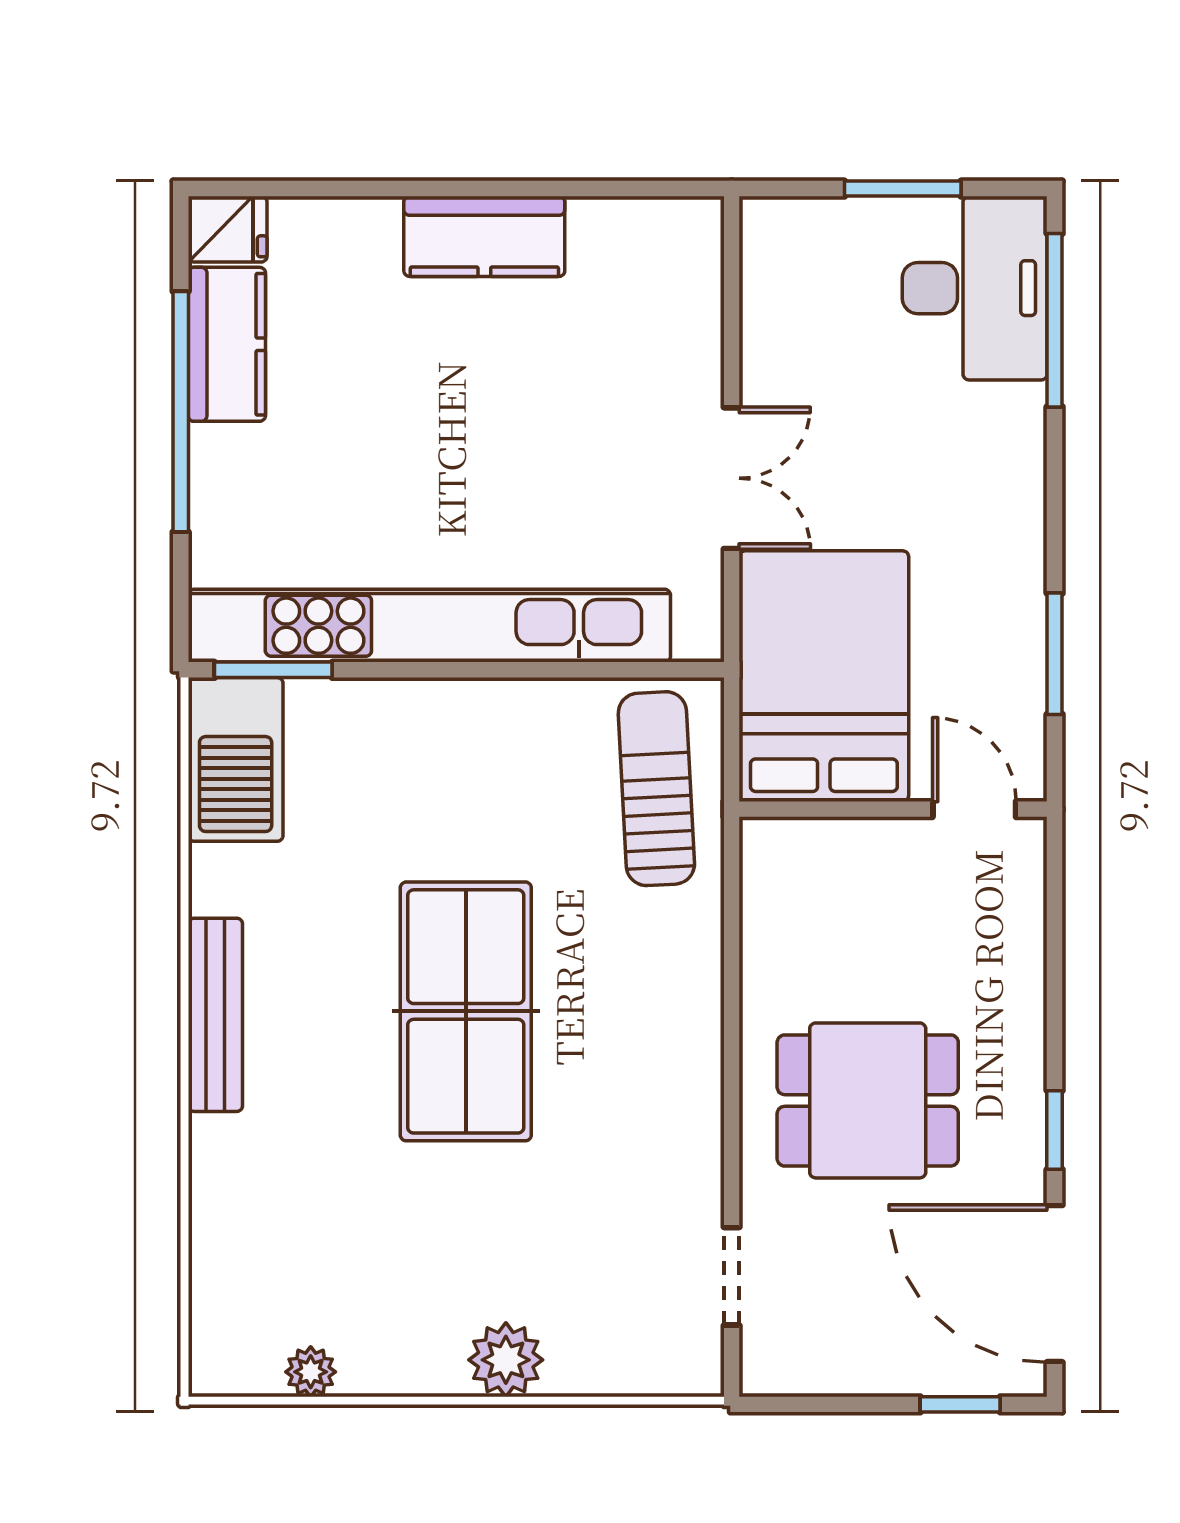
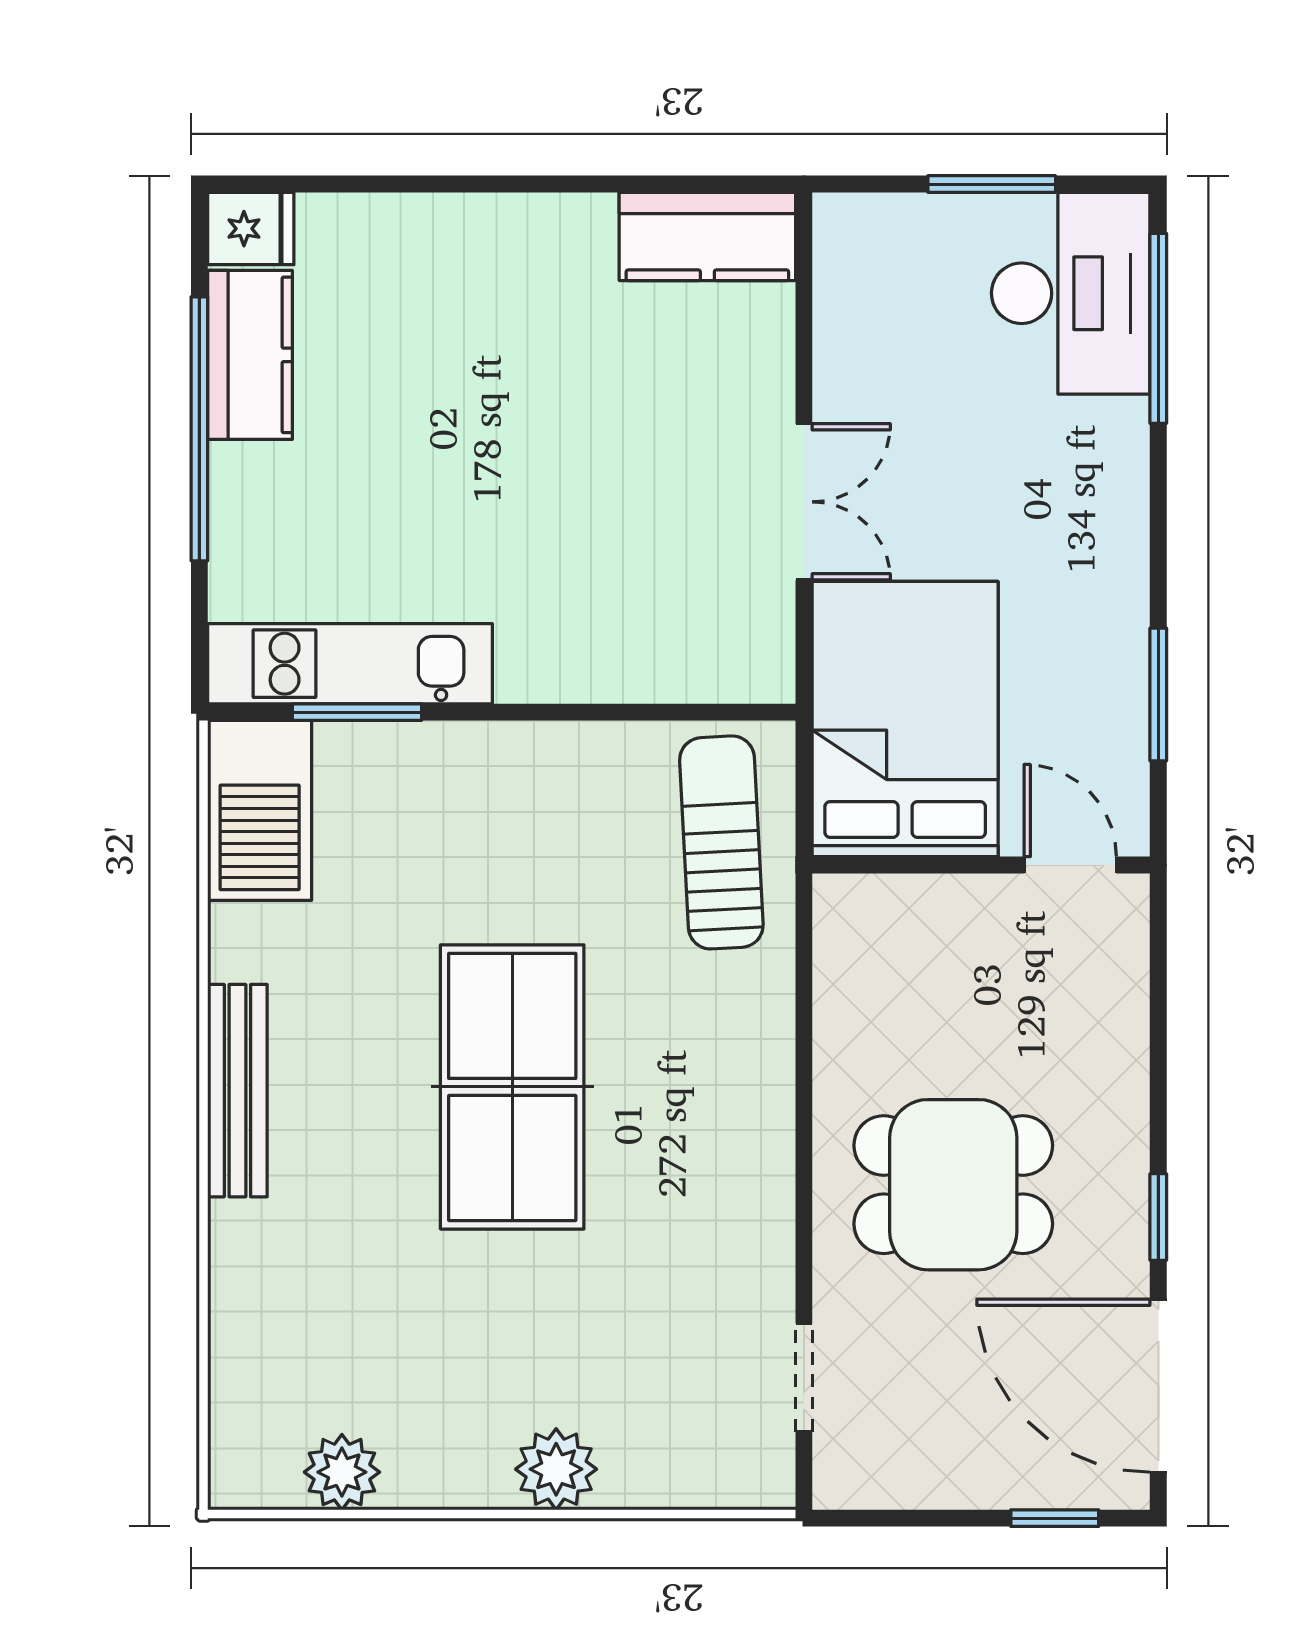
kitchen counter: (484, 236) -> (707, 236), moved
kitchen unit: (429, 626) -> (350, 664), width x0.54
window: (273, 670) -> (357, 712), moved
plant: (311, 1372) -> (342, 1472), width x1.38, depth x1.38

